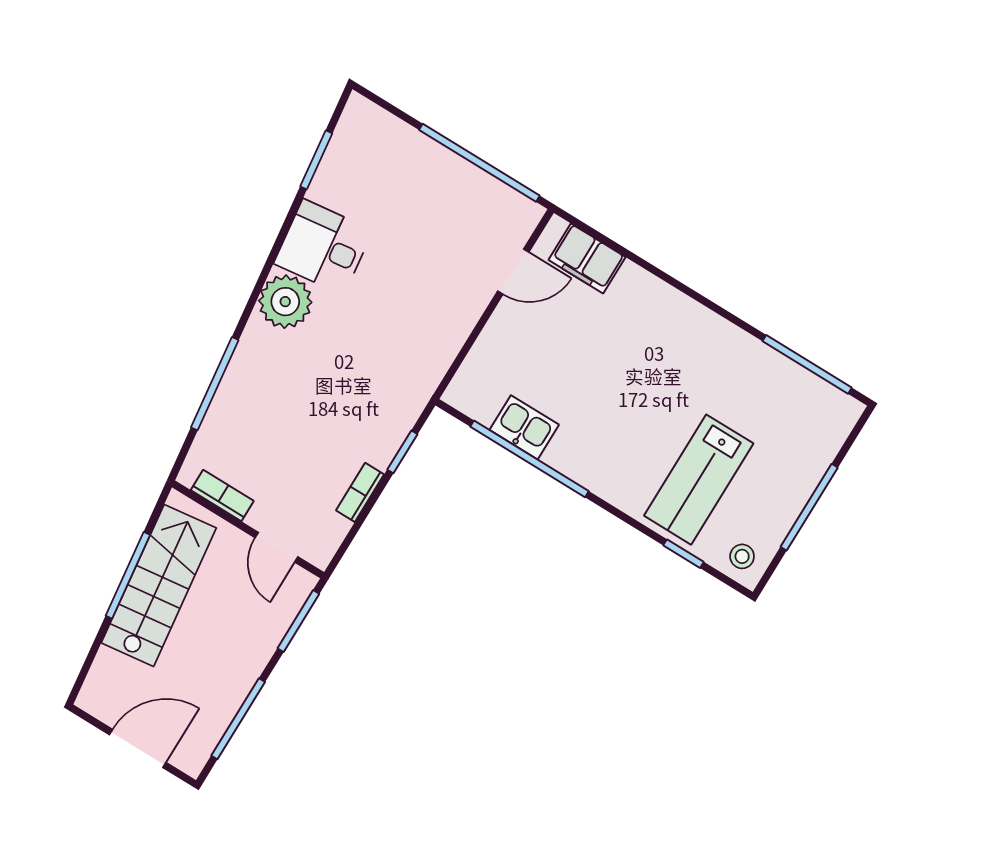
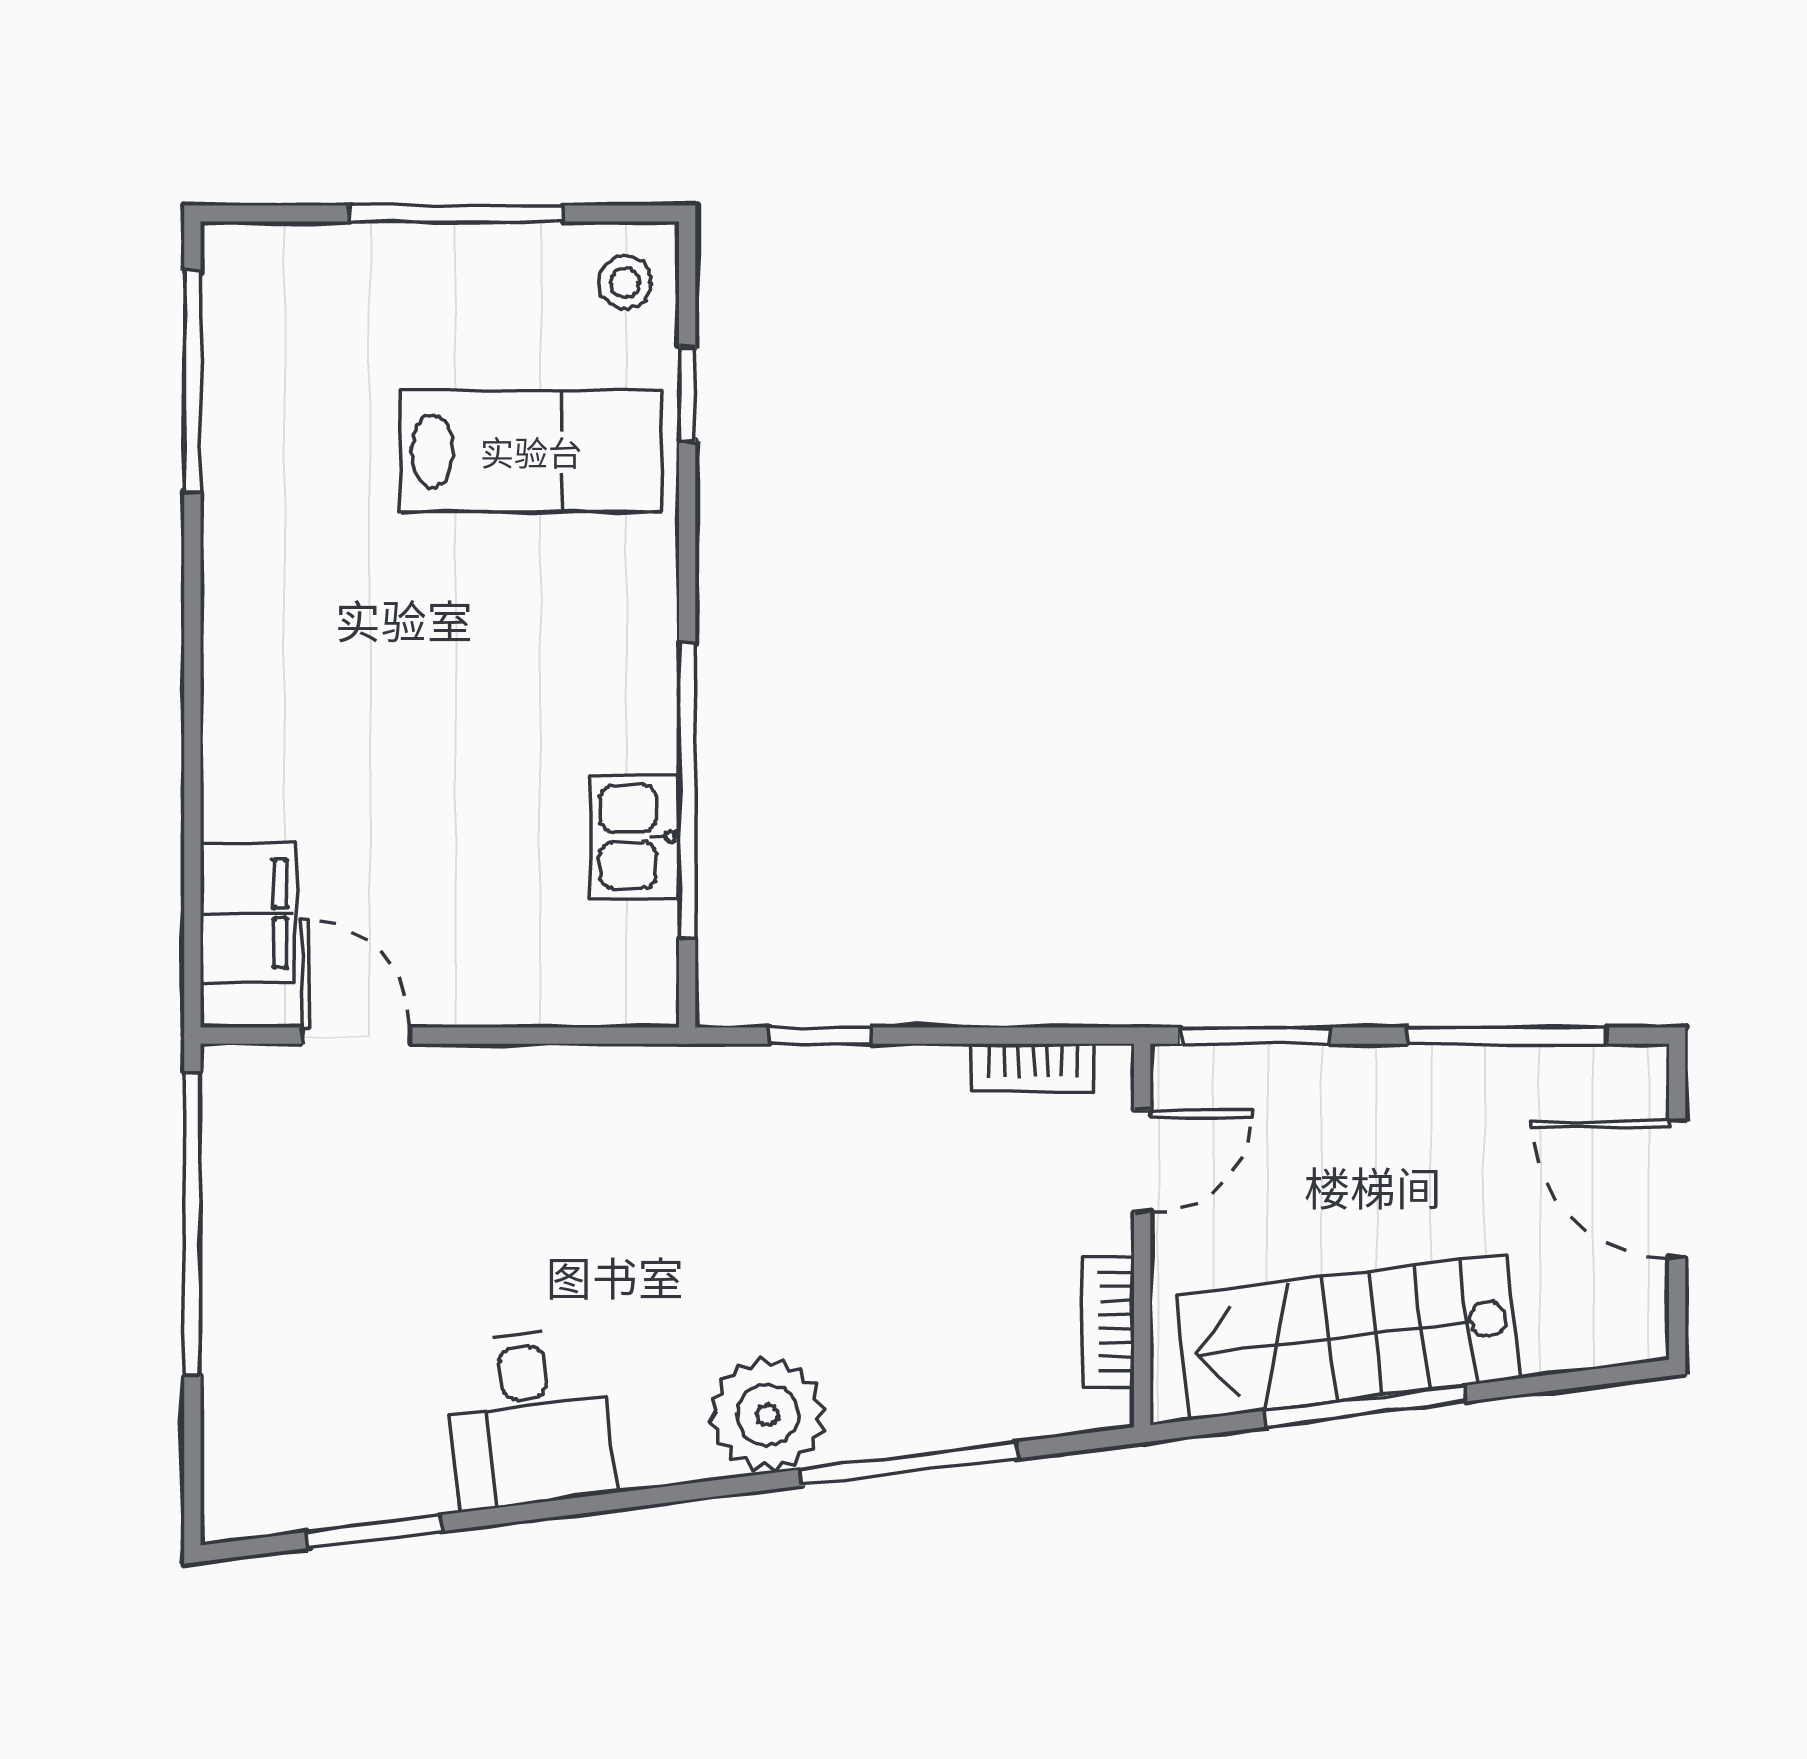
plant: (285, 302) -> (767, 1415), moved
bookcase: (360, 492) -> (1033, 1068), moved

